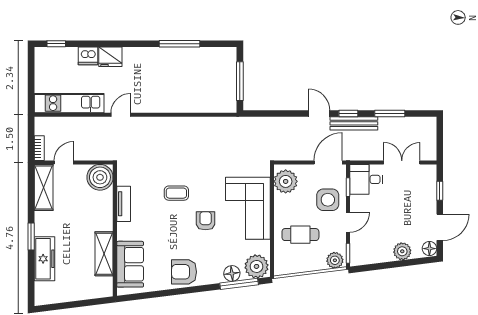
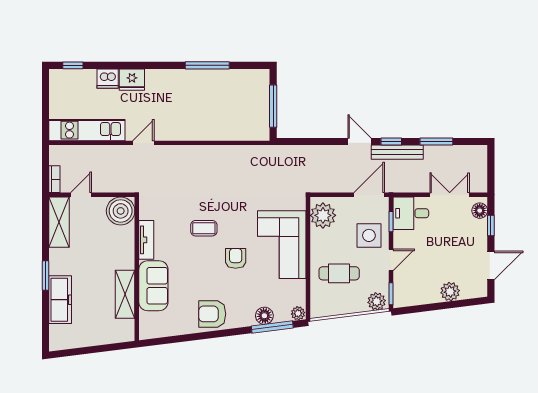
floor lamp: (429, 249) -> (480, 211), moved
sofa: (130, 264) -> (153, 286), moved
plant: (257, 266) -> (298, 313), width x0.53, depth x0.53

